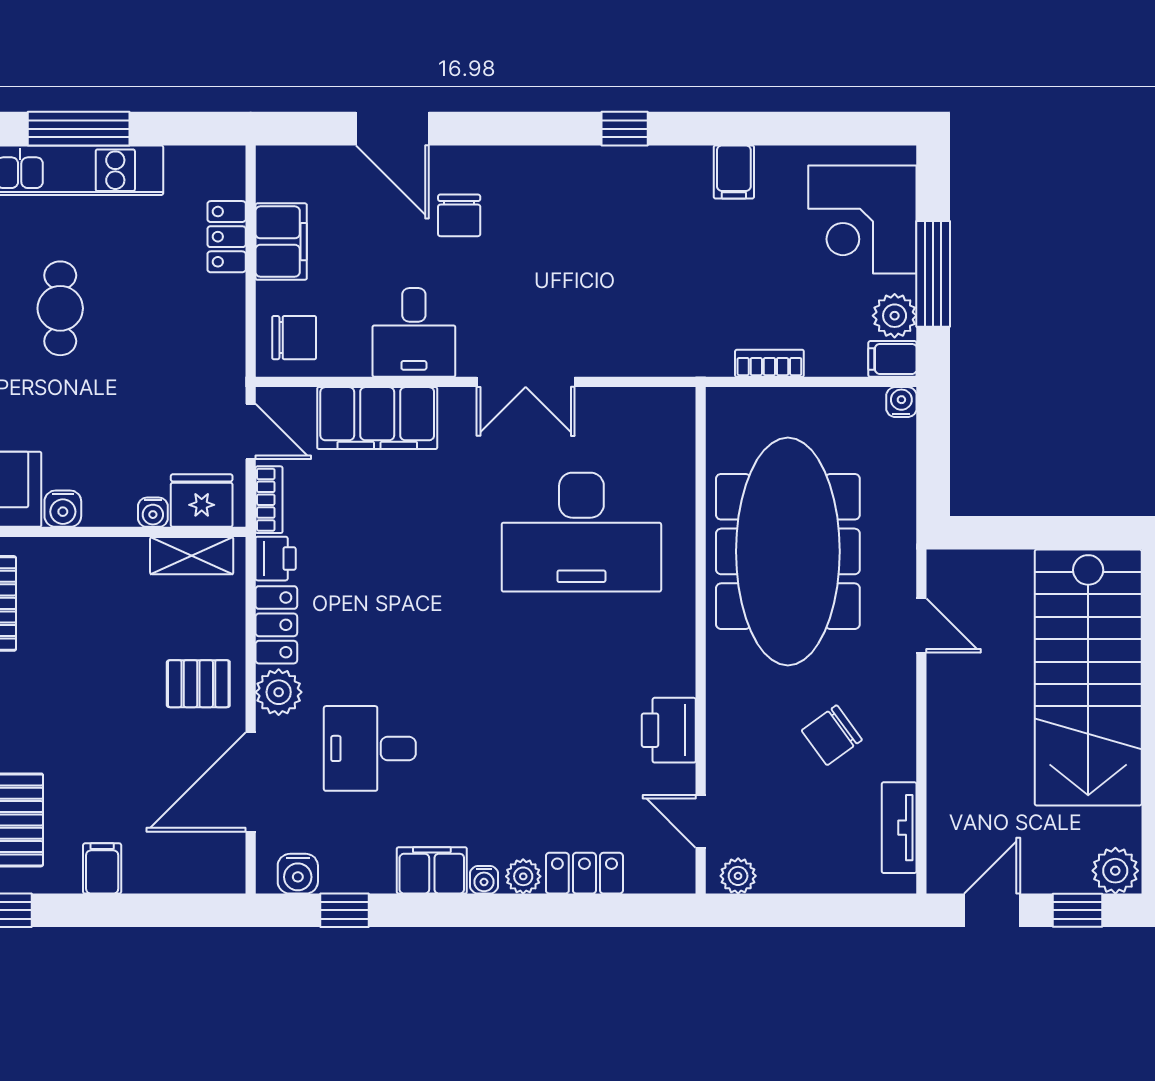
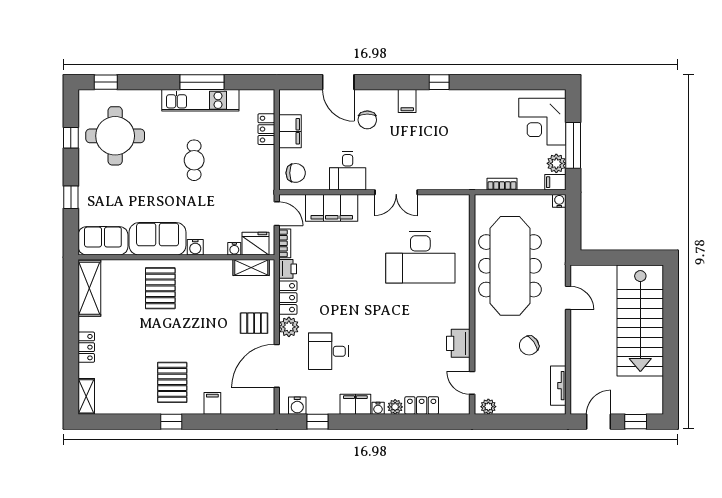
filing cabinet: (734, 172) -> (407, 101), moved
plant: (1115, 871) -> (652, 404), removed

